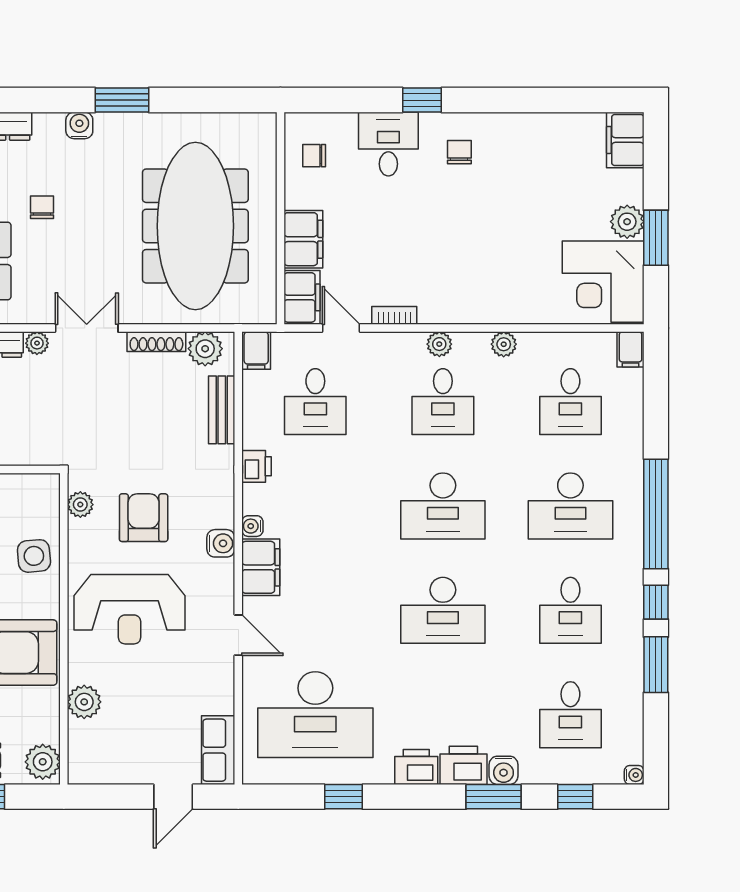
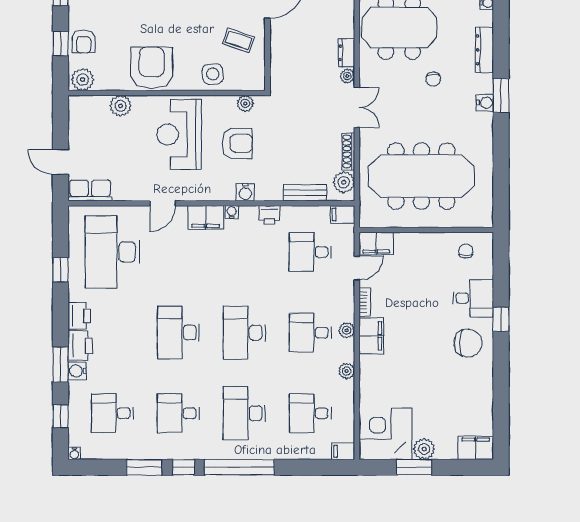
window: (122, 100) -> (501, 95), moved
chair: (459, 152) -> (468, 343), width x1.87, depth x1.87
chair: (42, 207) -> (433, 79), turned 90
filing cabinet: (303, 239) -> (371, 336), moved, turned -90
water cooler: (221, 543) -> (245, 192), moved

